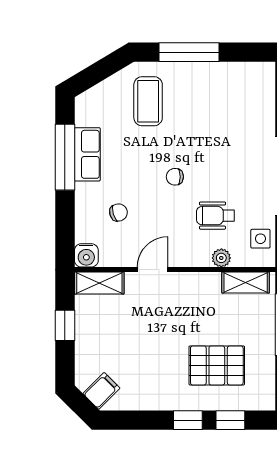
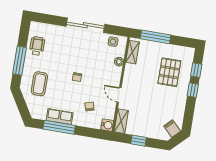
coffee table: (148, 101) -> (39, 84), turned 90
wheelchair: (216, 216) -> (37, 46), moved, turned 180

